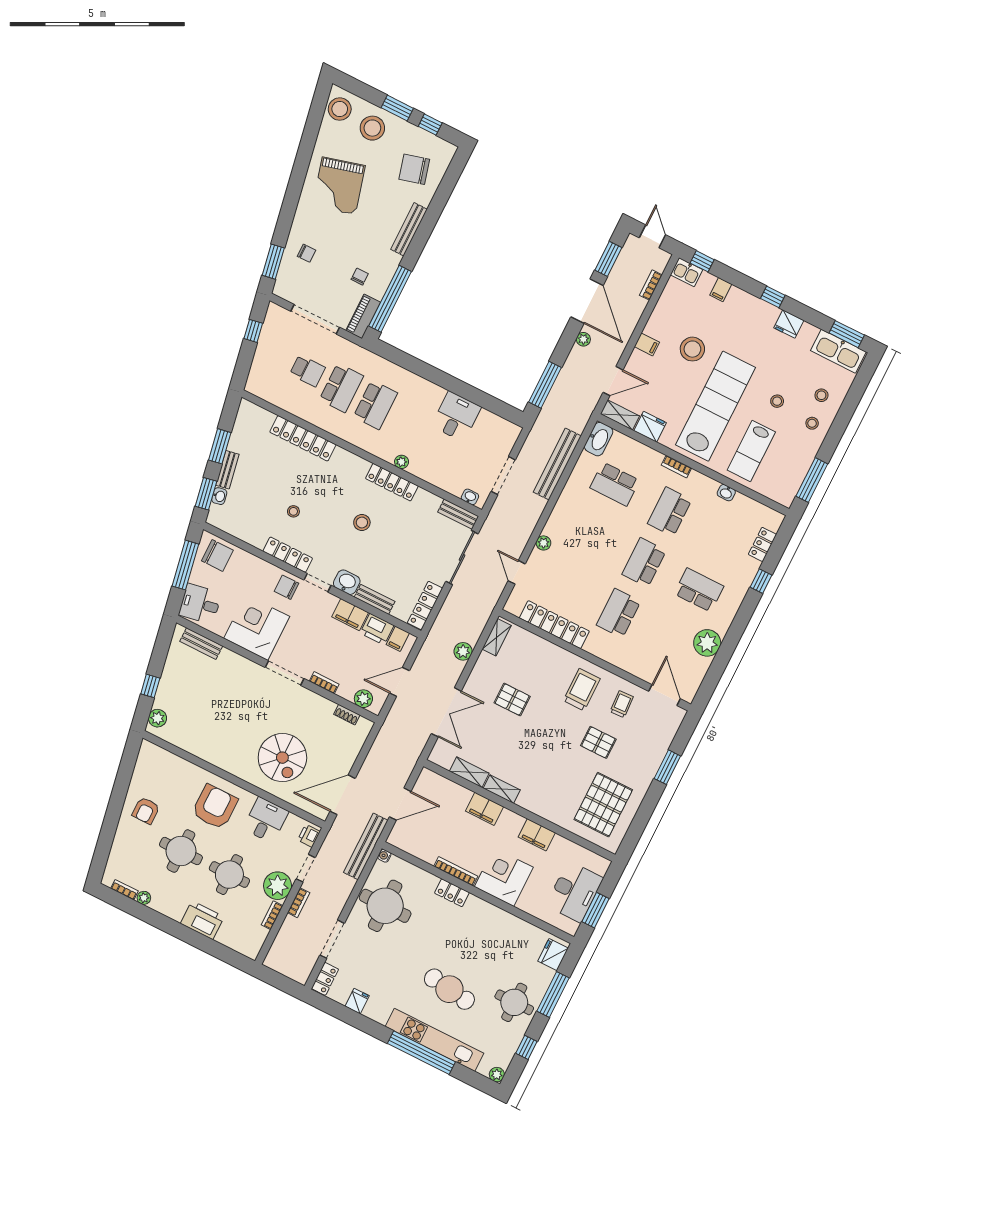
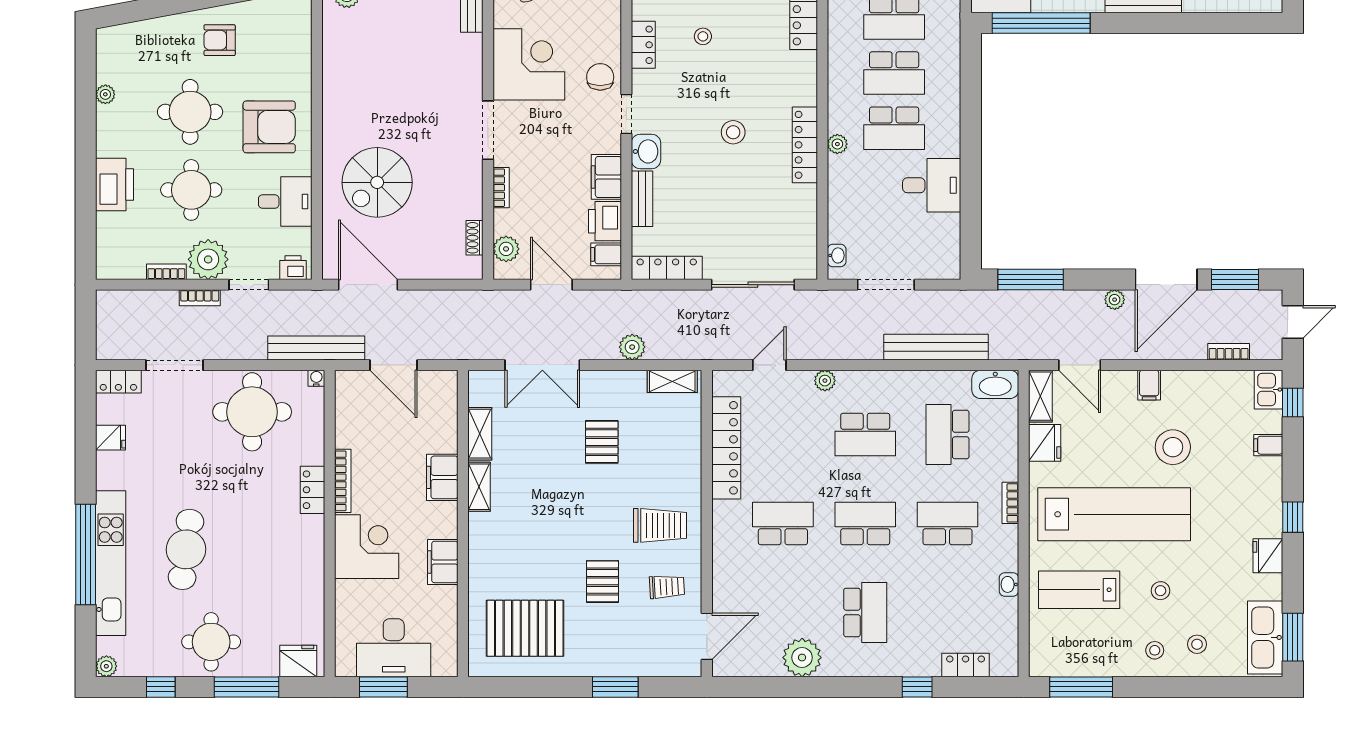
school desk: (409, 422) -> (894, 128), added
bench: (458, 514) -> (807, 251), removed
school desk: (589, 535) -> (865, 435), added
locker: (288, 555) -> (643, 45), width x0.66
bookcase: (124, 890) -> (103, 64), removed

